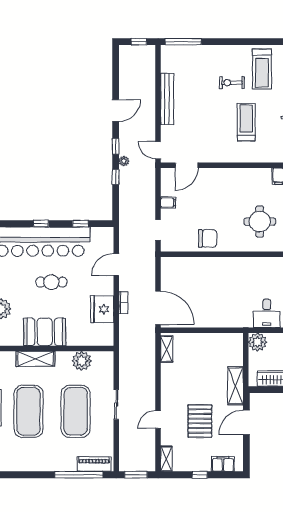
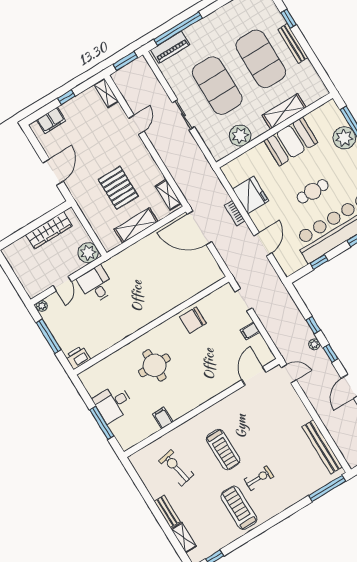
bench: (167, 99) -> (322, 447), moved
shelving: (235, 386) -> (136, 225), moved, turned 90
pallet: (200, 421) -> (118, 188), moved

